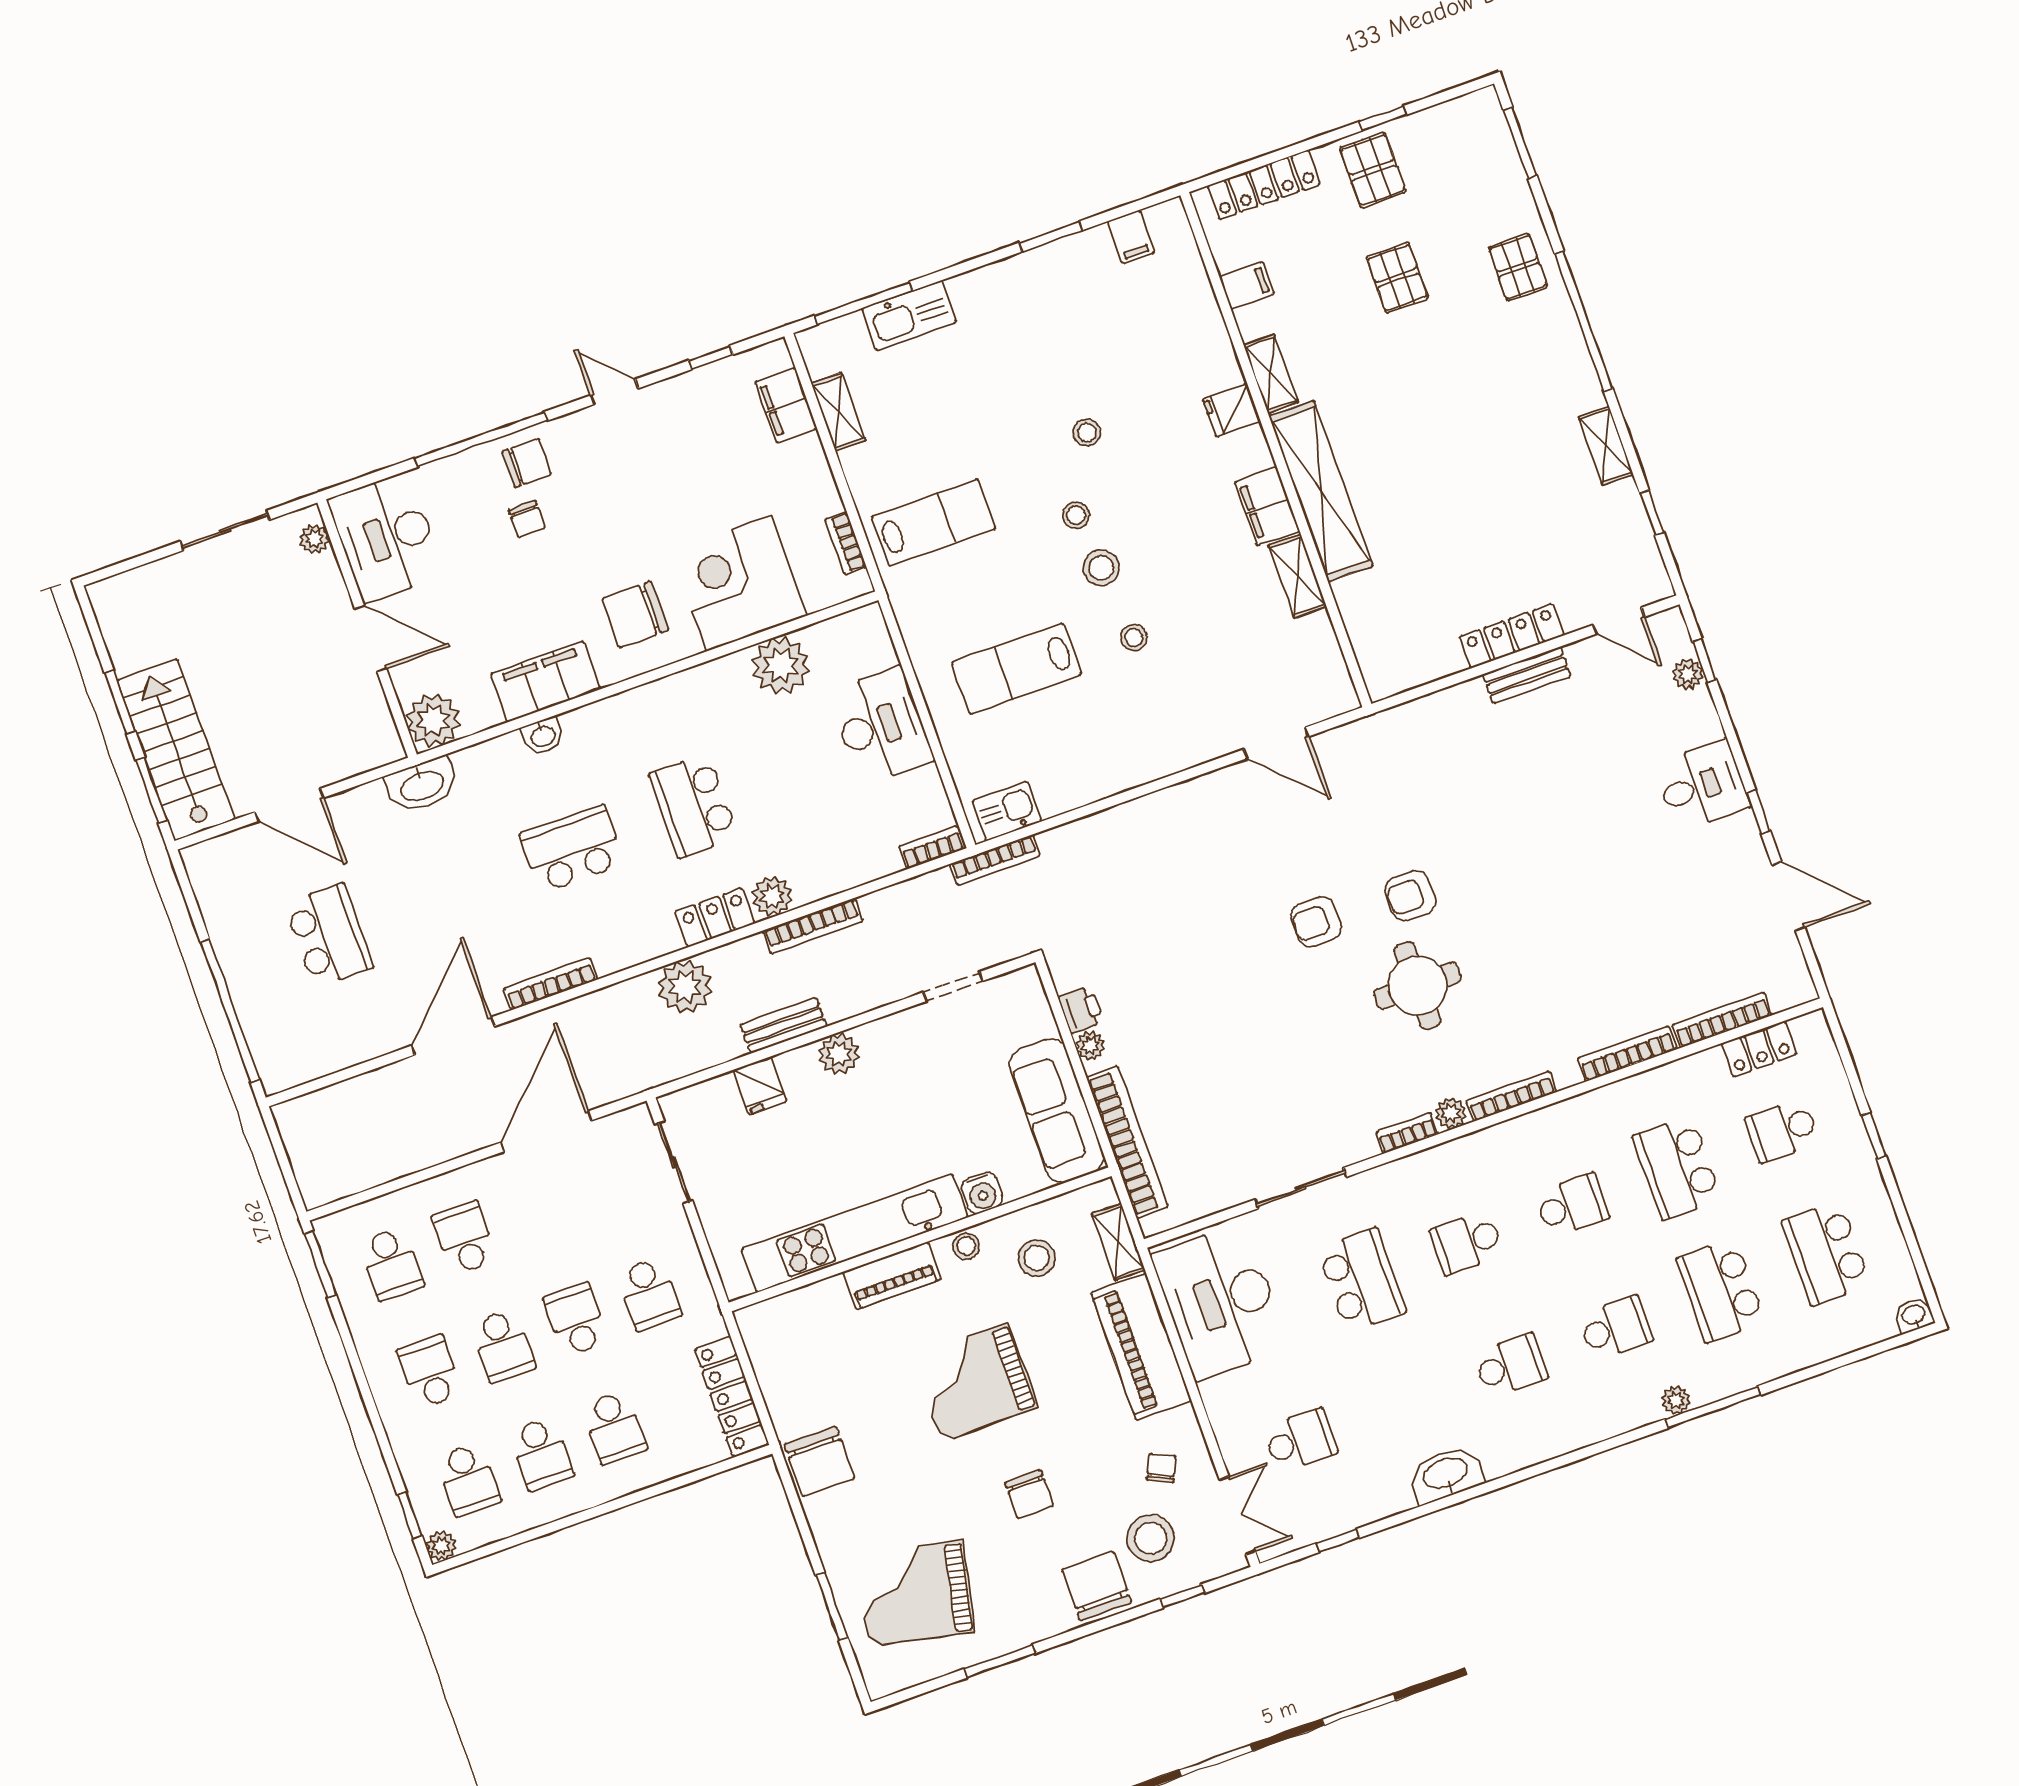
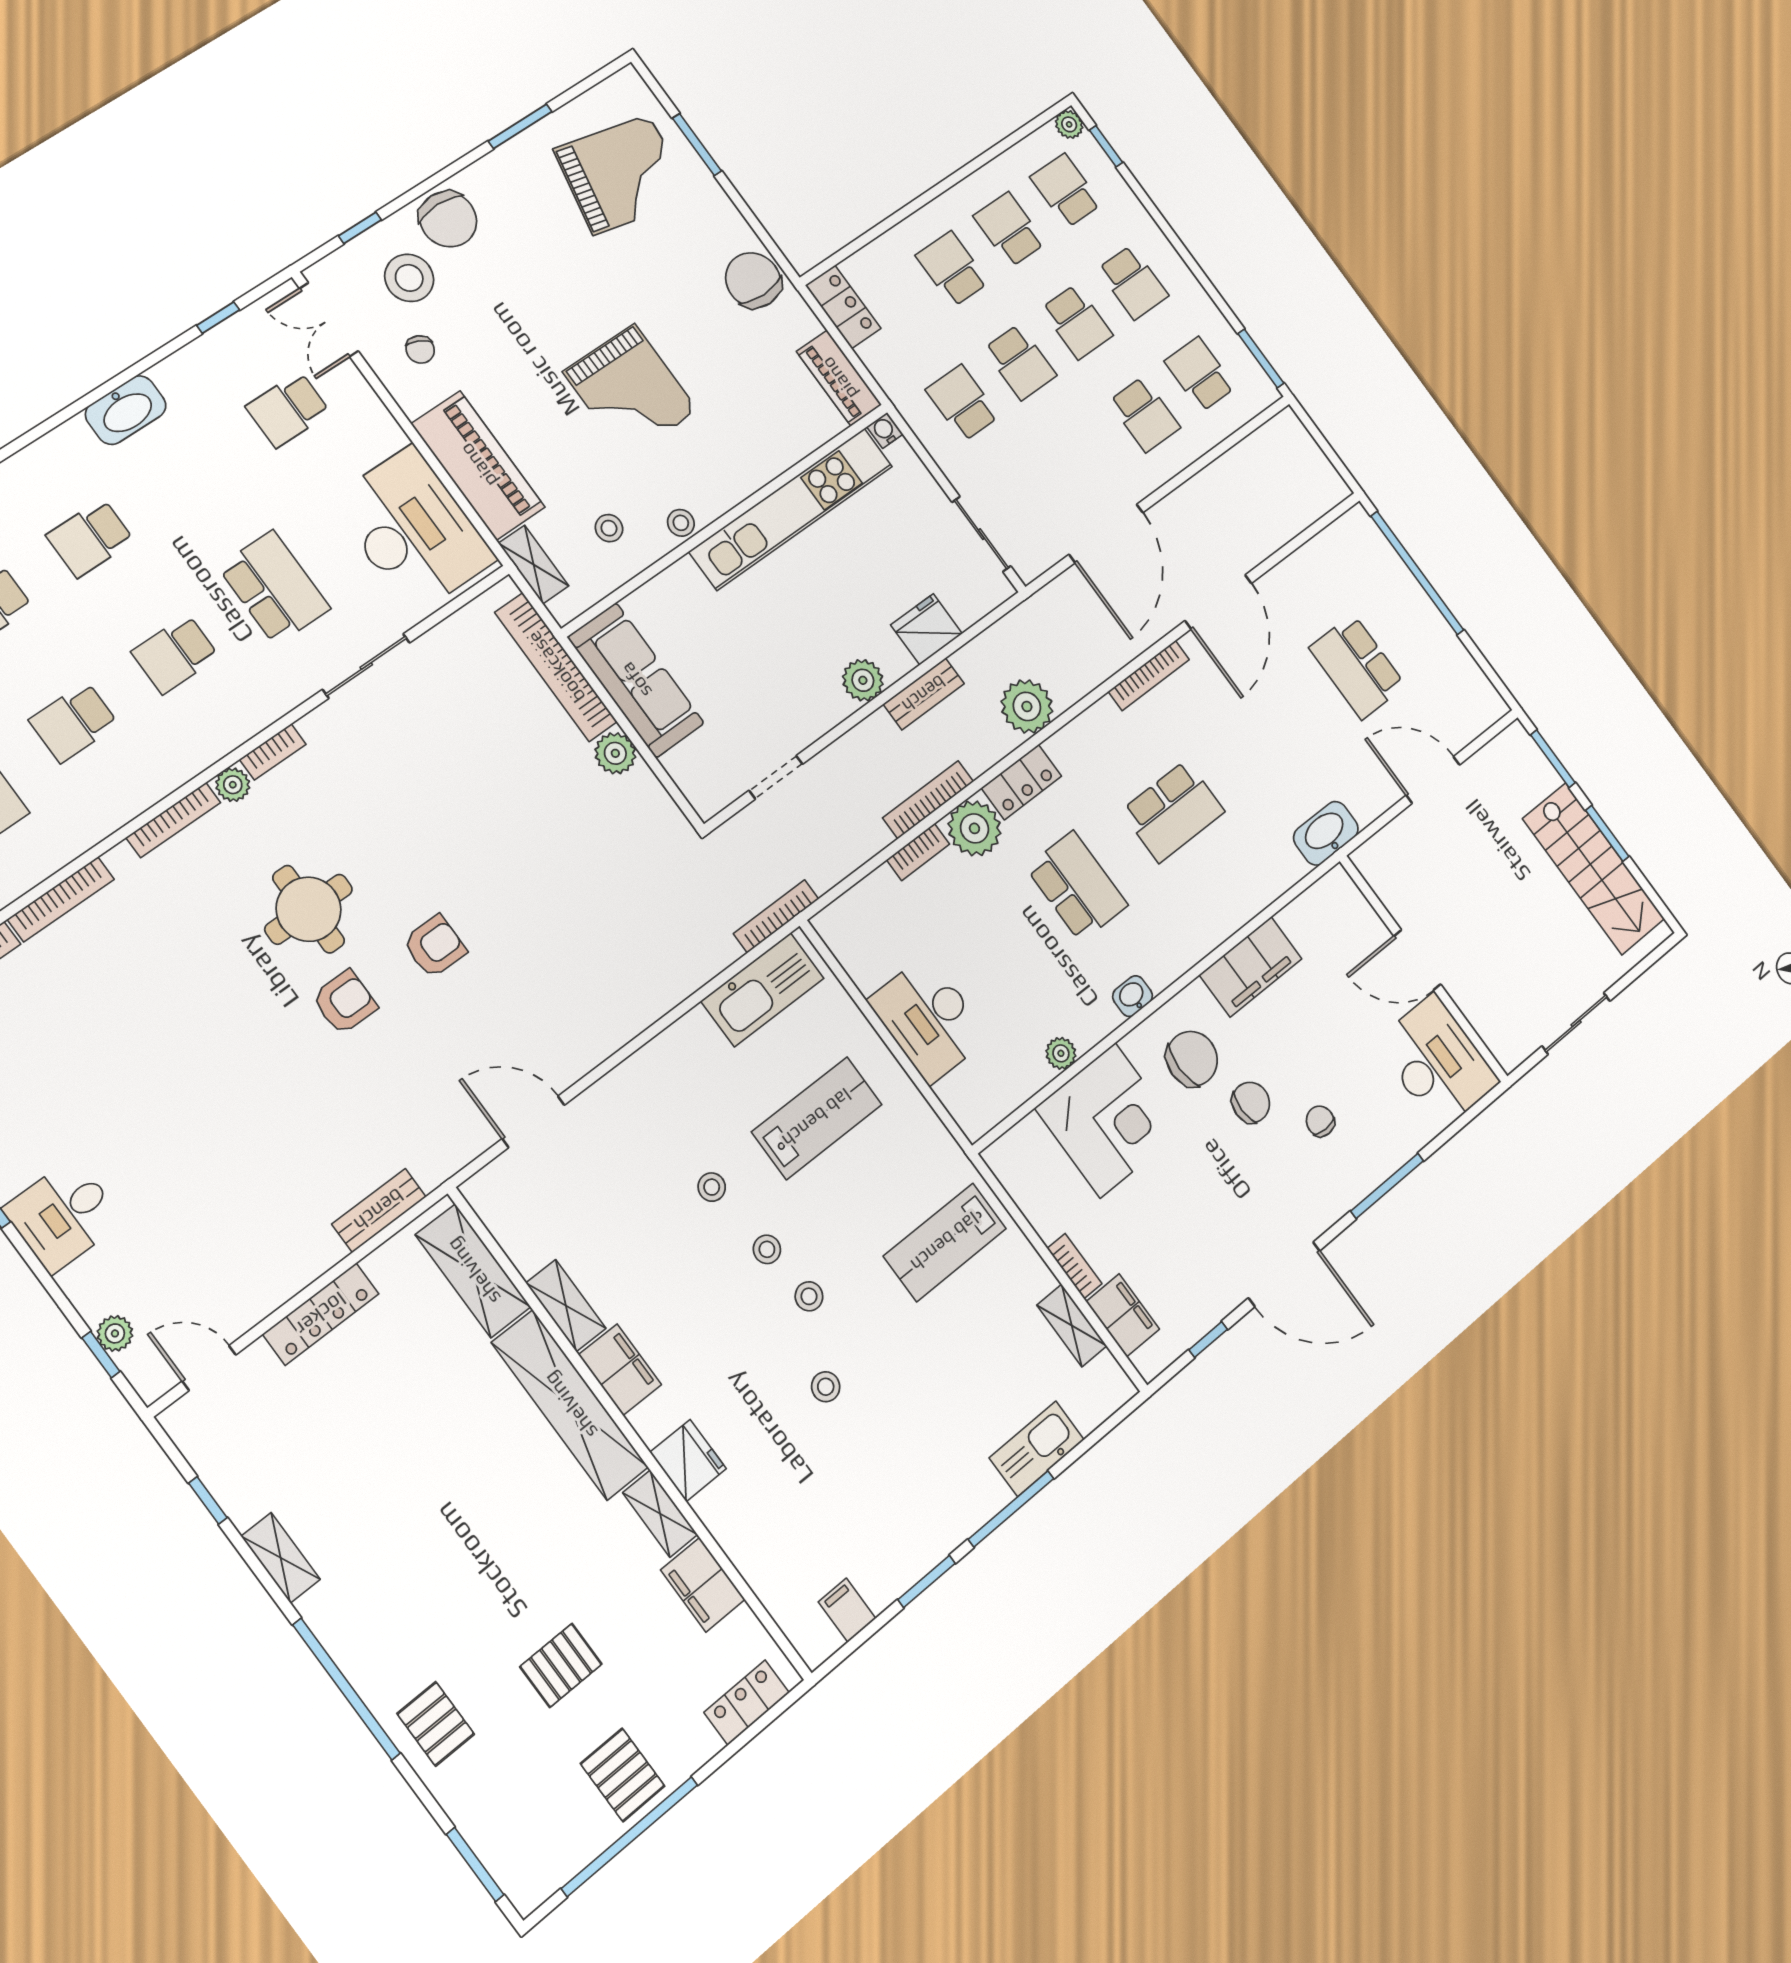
window: (1383, 118) -> (630, 1836), width x3.17
locker: (1264, 185) -> (747, 1702), width x0.66
pallet: (1397, 278) -> (561, 1665), turned 90
filing cabinet: (1247, 285) -> (703, 1585), width x2.00
window: (864, 303) -> (1011, 1509), moved
door: (614, 392) -> (1284, 1274), width x1.87
fridge: (1232, 410) -> (688, 1460), width x1.38
window: (481, 439) -> (1387, 1186), width x0.68
chair: (527, 463) -> (1251, 1102), moved, turned 180
plant: (314, 539) -> (1498, 1040), removed
bookcase: (846, 543) -> (1075, 1266), moved
stool: (1101, 568) -> (767, 1249), width x0.73, depth x0.73
shelving: (1370, 631) -> (473, 1271), added
plant: (781, 666) -> (1061, 1053), width x0.53, depth x0.53
bench: (1527, 675) -> (379, 1210), moved
plant: (433, 720) -> (1337, 898), removed
washbasin: (543, 736) -> (1133, 996), moved
stairs: (176, 750) -> (1594, 869), moved
kitchen sink: (1007, 811) -> (763, 990), width x1.88, depth x1.24
bookcase: (932, 847) -> (918, 852), moved
plant: (772, 896) -> (974, 828), width x1.36, depth x1.36
printer: (1081, 1010) -> (644, 789), removed
plant: (1090, 1046) -> (615, 753), width x1.38, depth x1.38
fridge: (760, 1086) -> (927, 629), width x1.38
water cooler: (982, 1193) -> (885, 430), moved, width x0.72, depth x0.72
school desk: (1467, 1243) -> (175, 654), turned 180
stool: (1037, 1258) -> (609, 528), width x0.73, depth x0.73
piano: (892, 1276) -> (839, 378), moved, turned -90
school desk: (1362, 1280) -> (274, 588), turned 180
school desk: (503, 1346) -> (1077, 322), turned 180
grand piano: (974, 1382) -> (630, 391), turned 90
locker: (731, 1396) -> (843, 307), width x0.66
chair: (1029, 1494) -> (543, 294), removed

